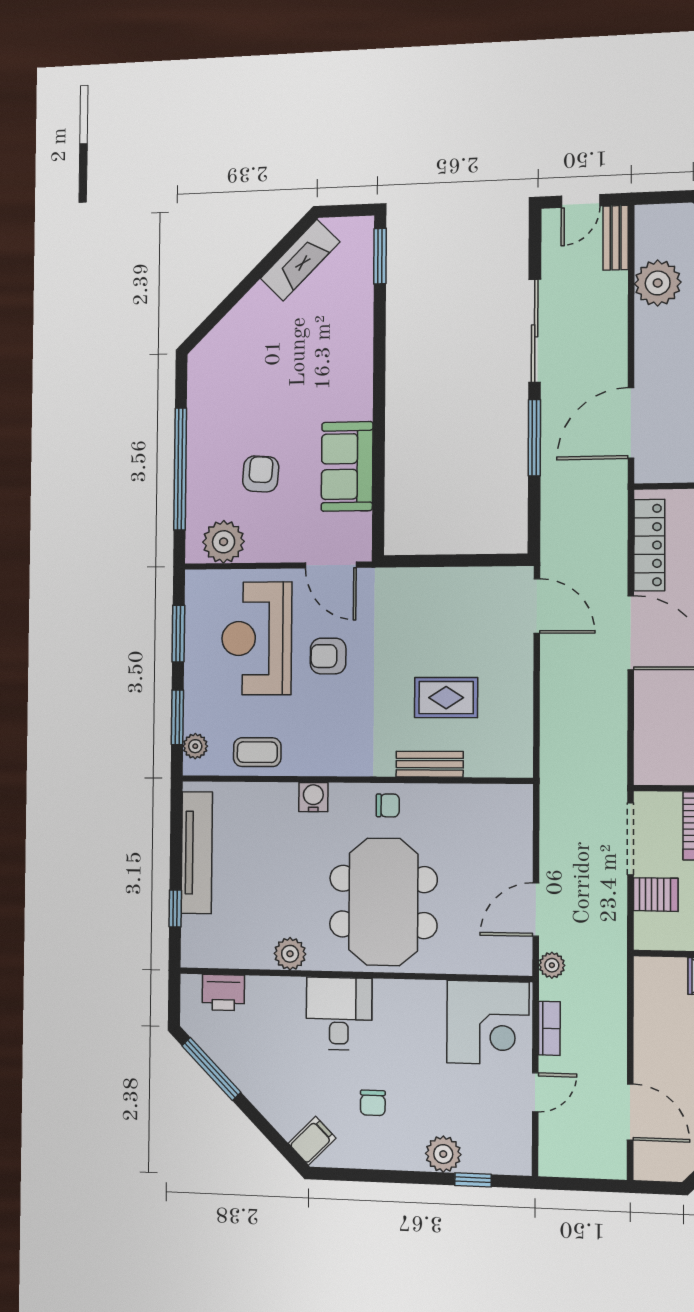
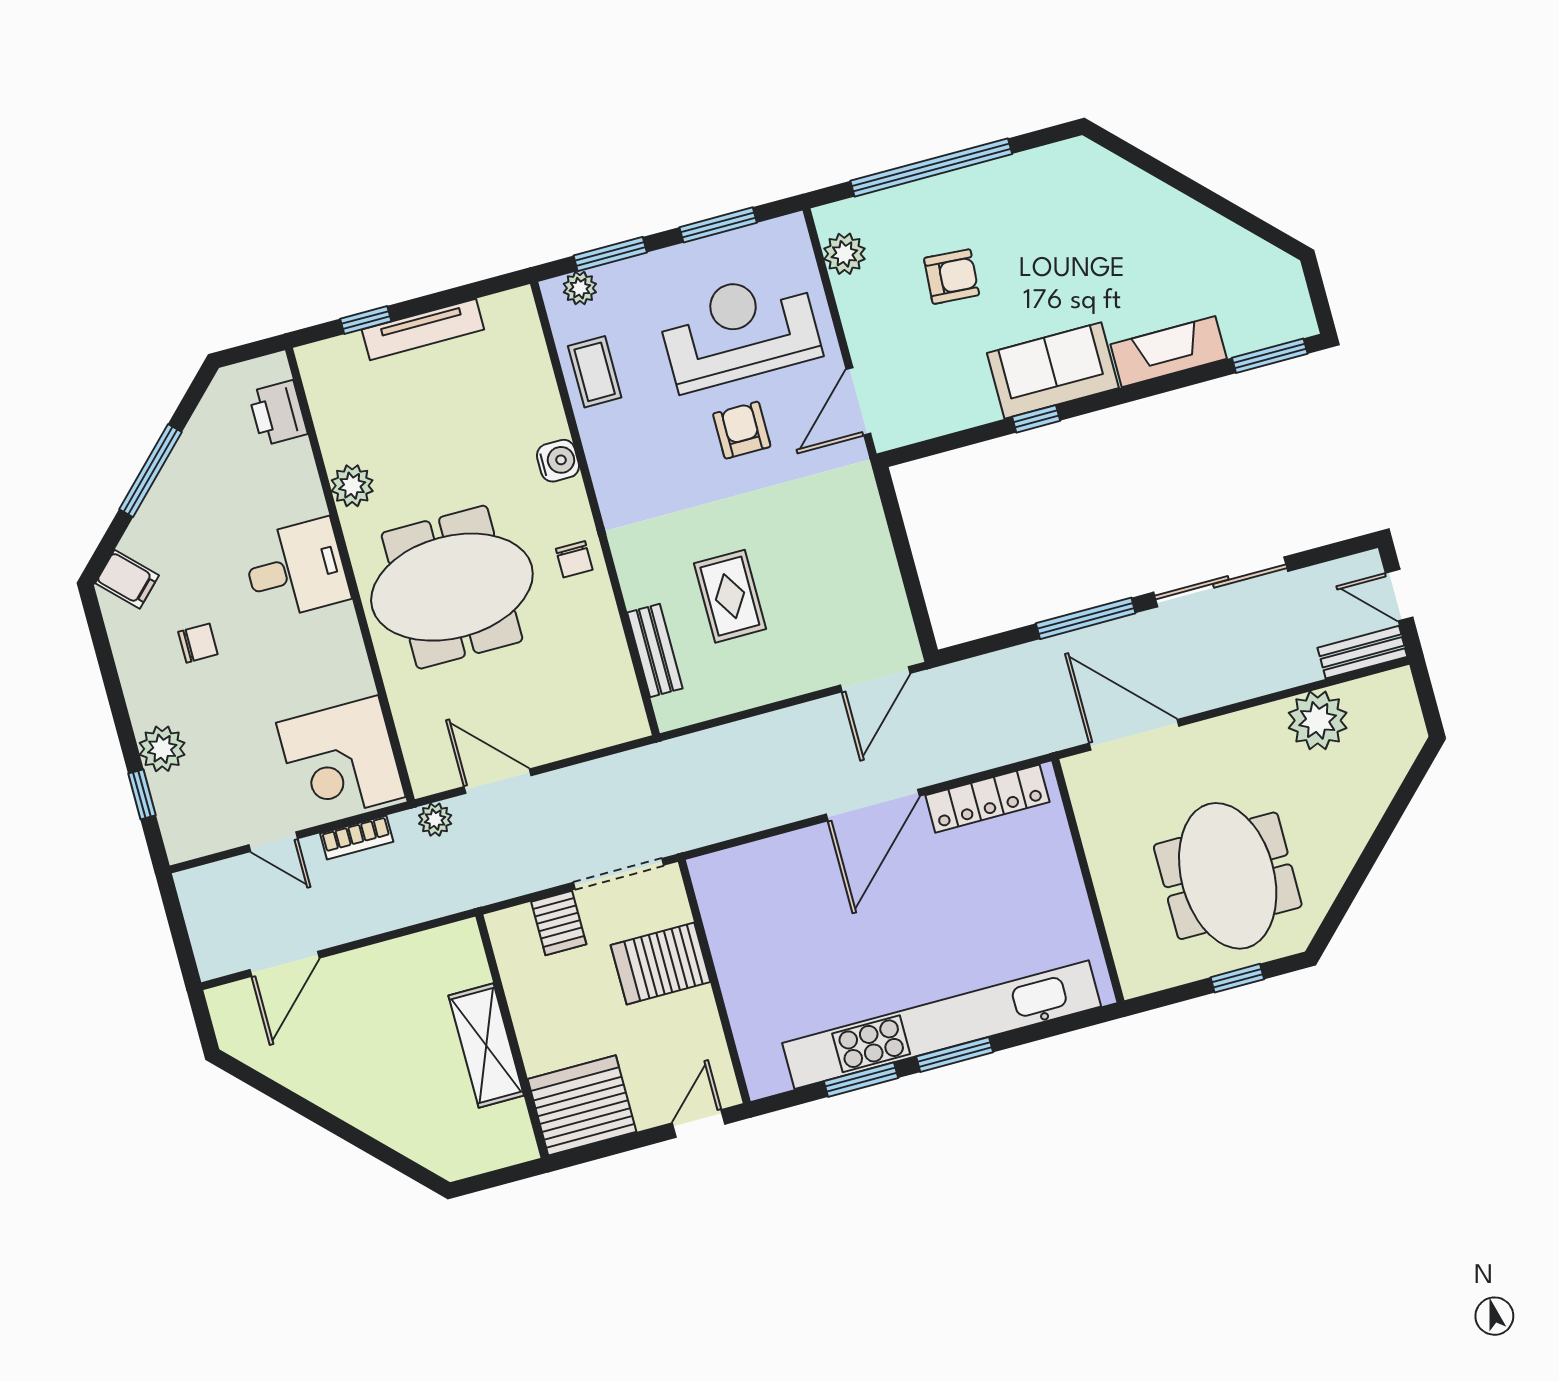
fireplace: (300, 260) -> (1169, 352), moved, turned 135
window: (379, 438) -> (1036, 419), added
sofa: (347, 466) -> (1053, 370), moved
plant: (224, 542) -> (844, 254), width x0.73, depth x0.73
bench: (430, 764) -> (655, 650), moved
tv unit: (197, 853) -> (423, 329), width x0.73, depth x0.78
window: (211, 1069) -> (151, 471), moved
chair: (373, 1103) -> (198, 643), turned 180

